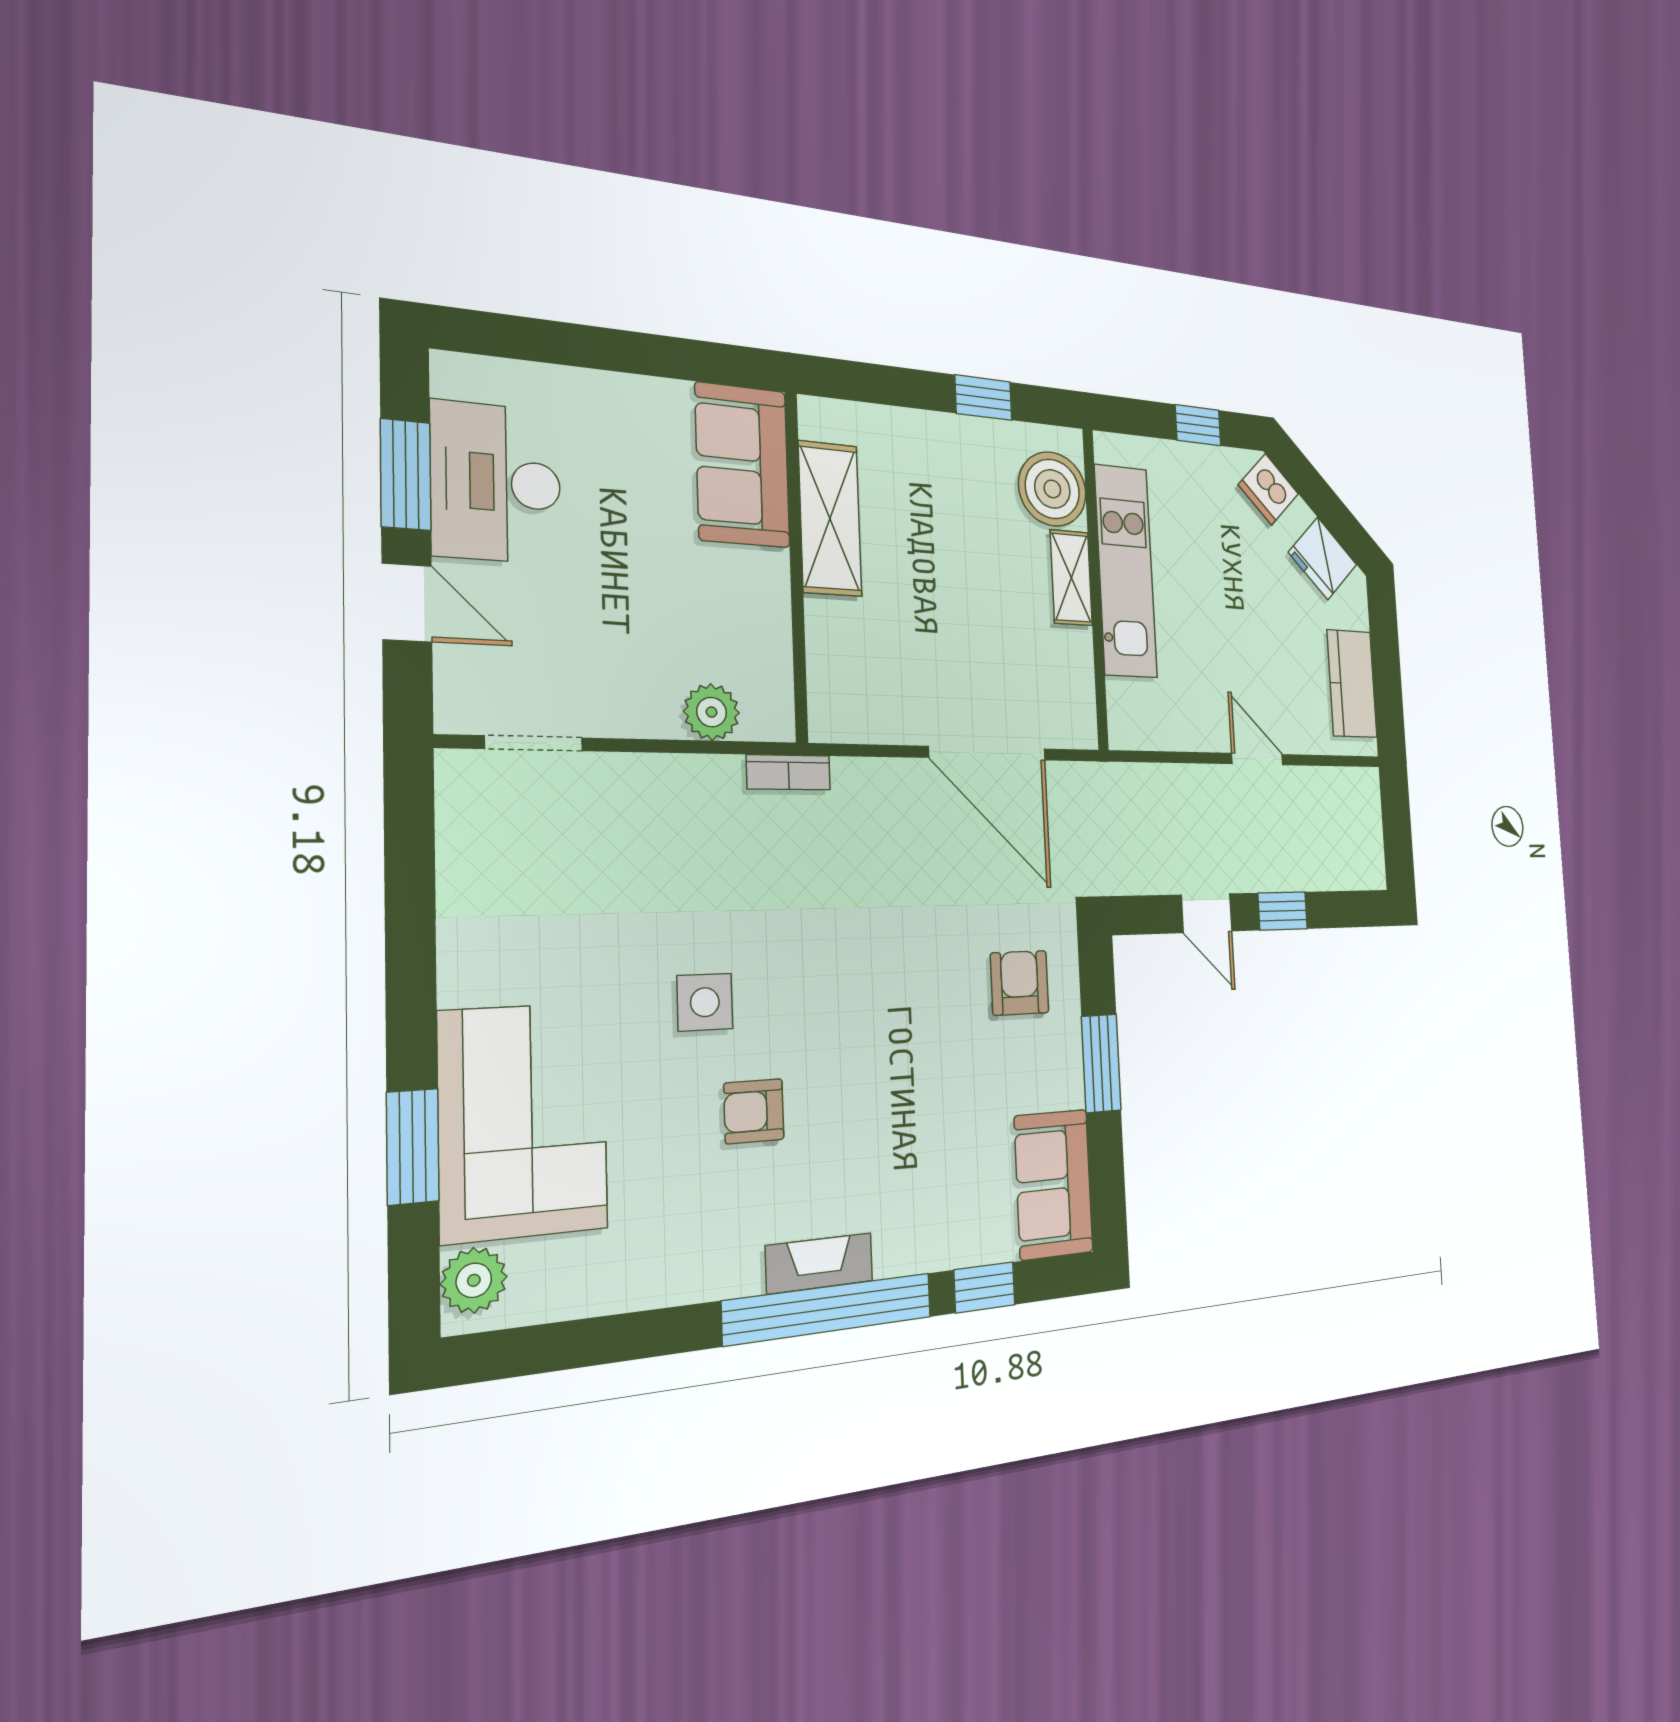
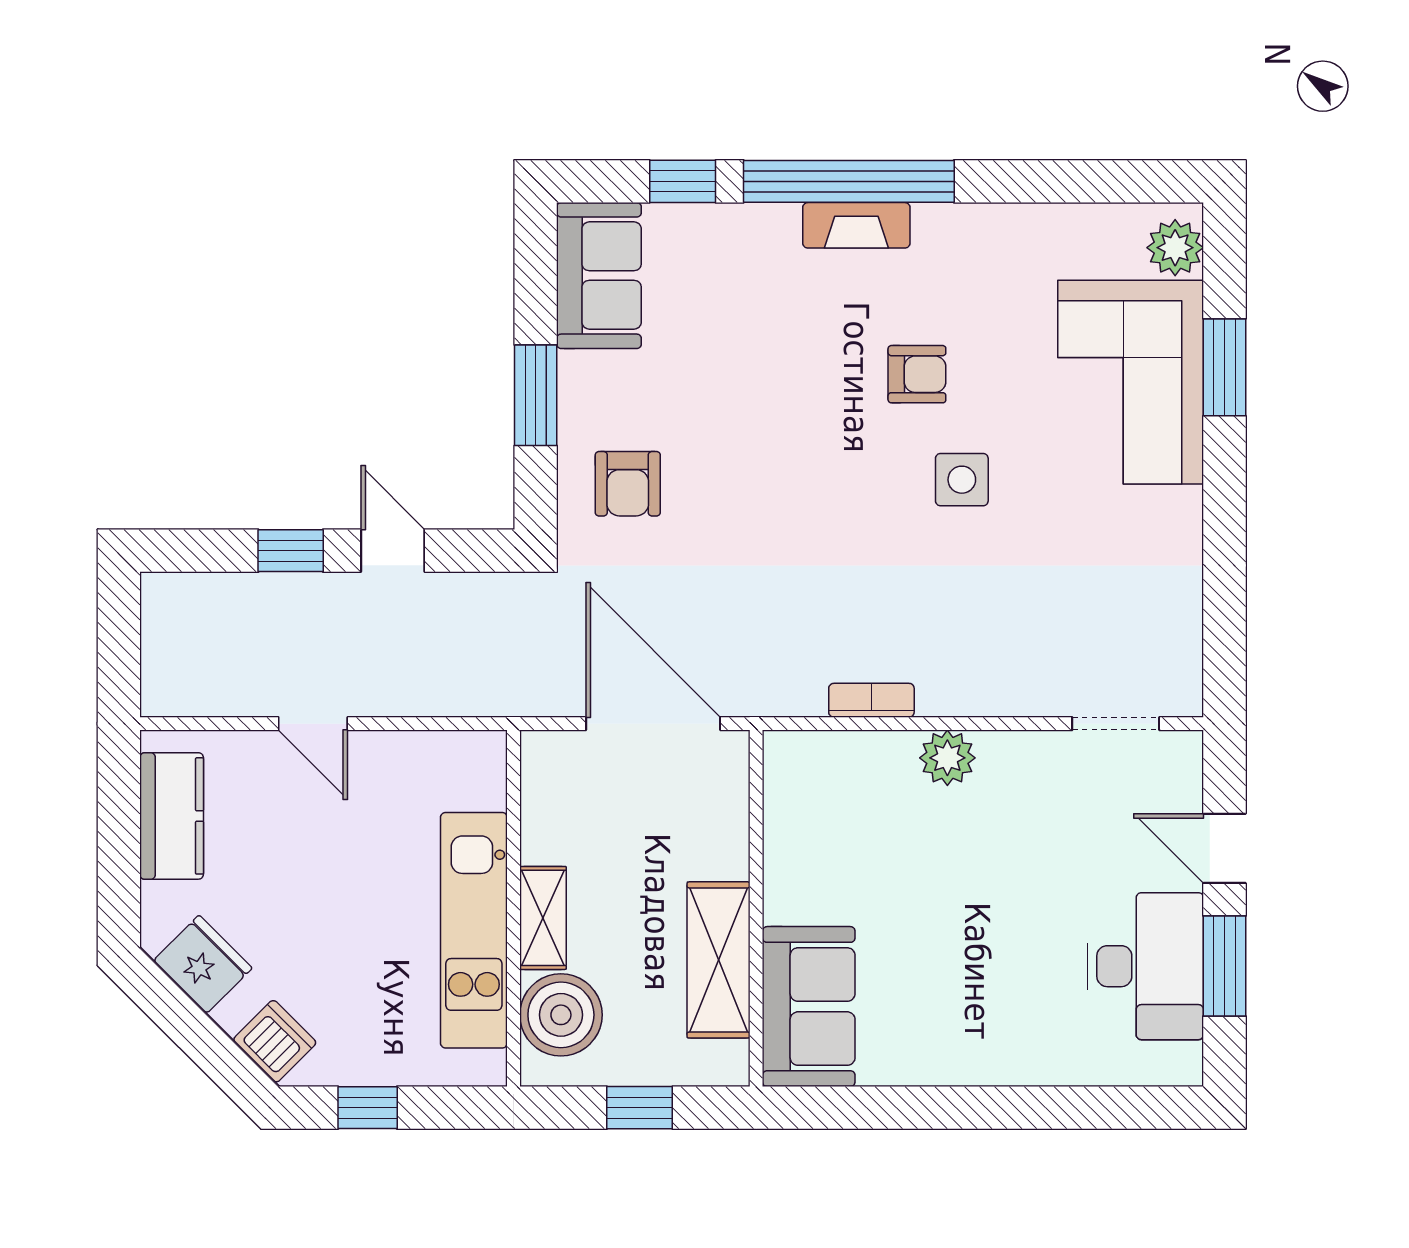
sofa: (742, 465) -> (809, 1007), moved
shelving: (830, 519) -> (718, 960), moved
wall: (796, 566) -> (756, 908), moved

